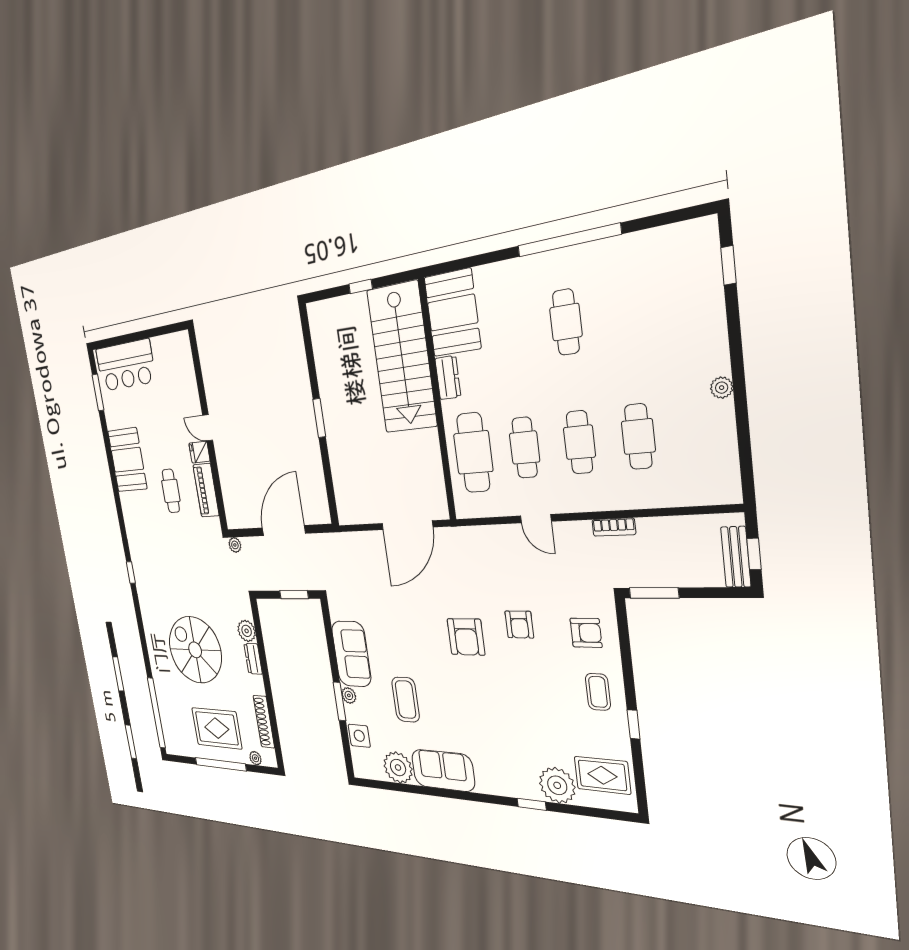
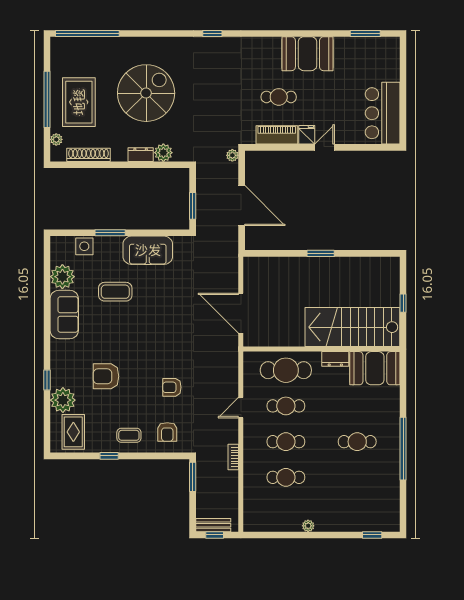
bar counter: (126, 365) -> (383, 113), moved
armchair: (466, 637) -> (106, 376), moved
plant: (349, 695) -> (115, 242), removed

